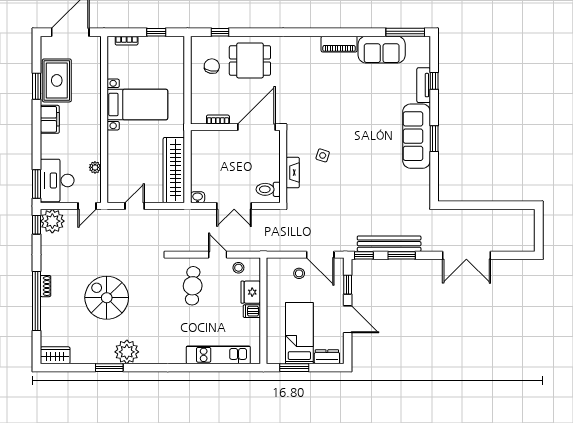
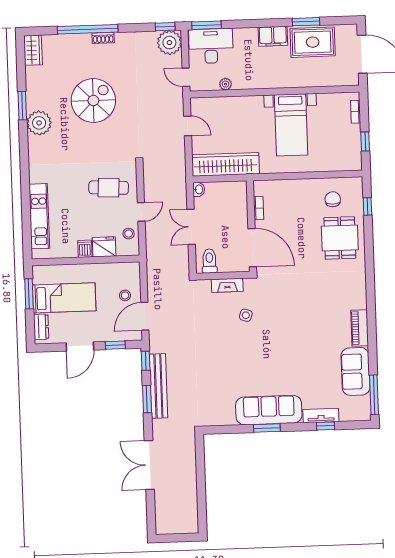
chair: (212, 66) -> (333, 199), turned -100
bookcase: (218, 120) -> (259, 208), moved
wall: (235, 127) -> (251, 226), moved
door: (256, 127) -> (252, 248), moved

